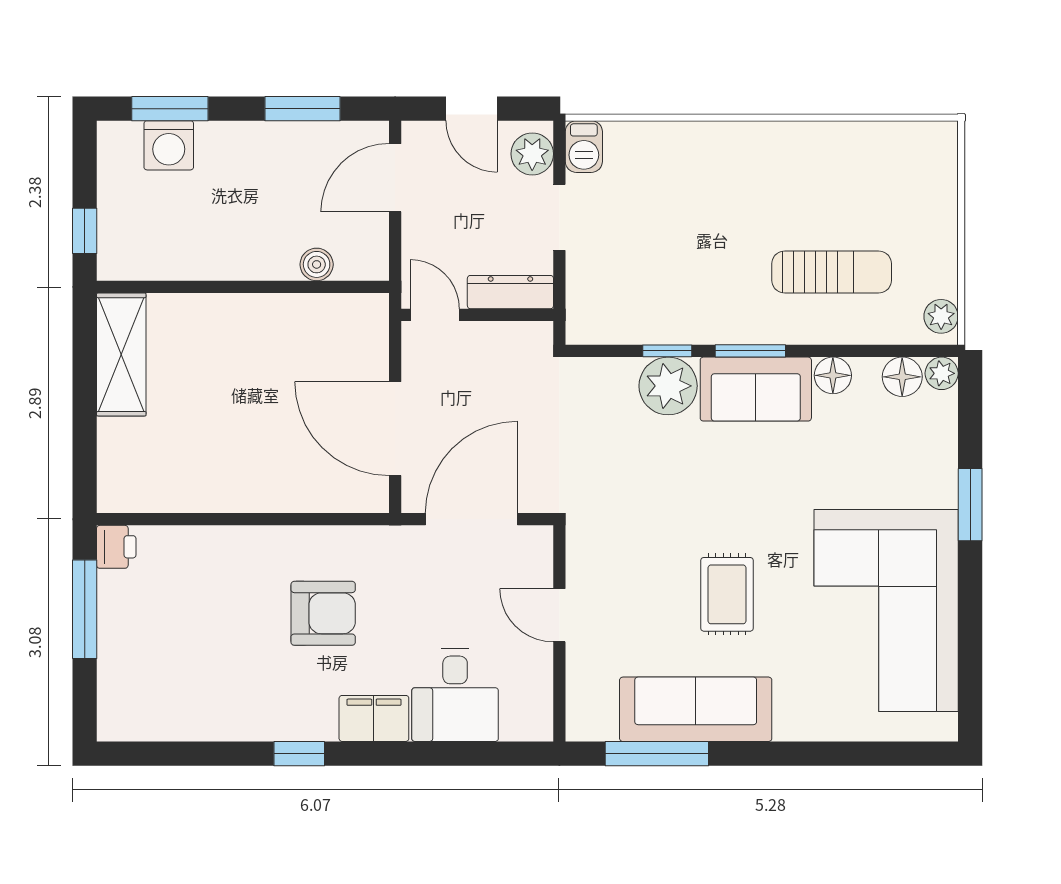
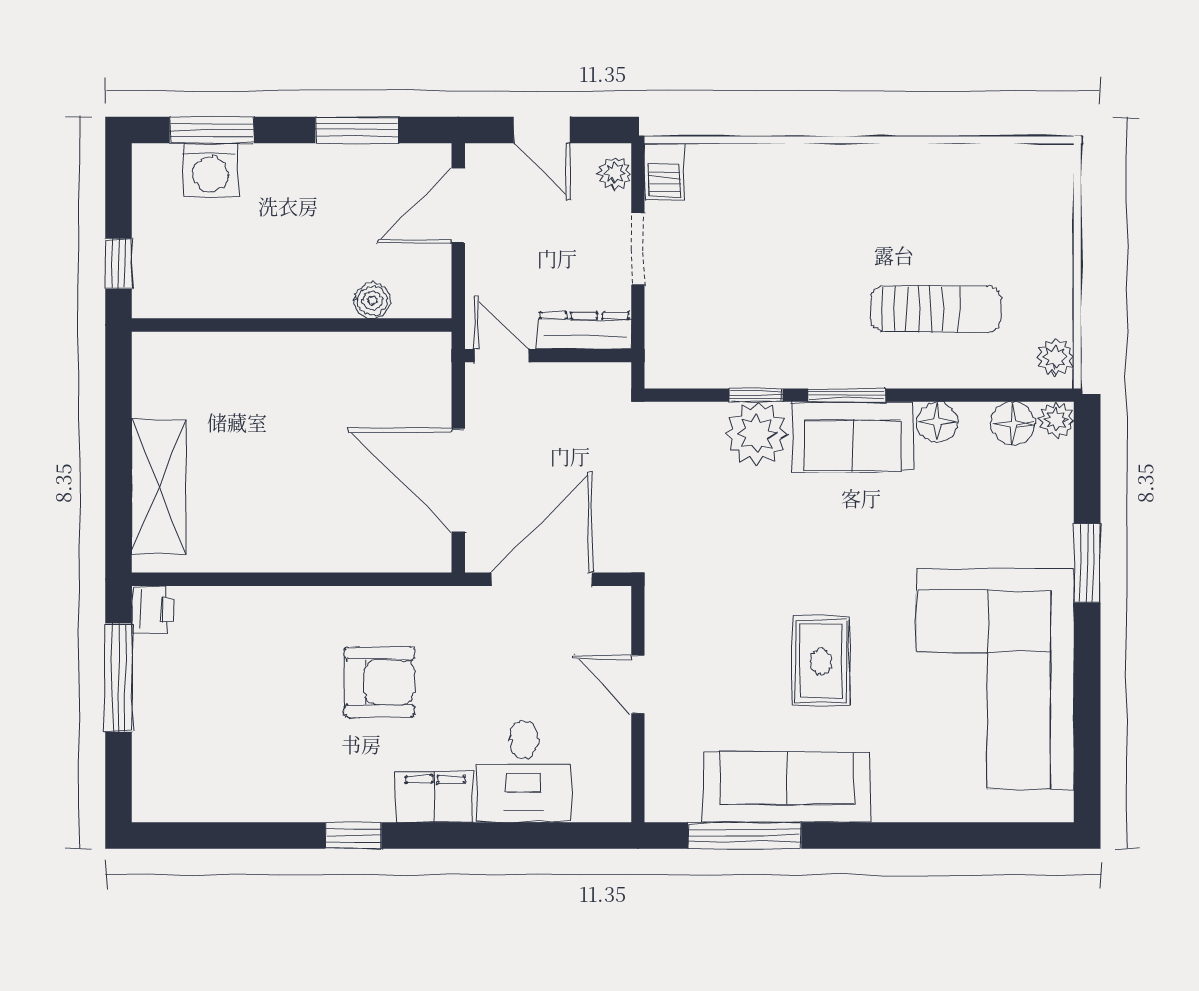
plant: (532, 154) -> (615, 173), width x0.73, depth x0.73
shelving: (121, 355) -> (159, 487), moved

